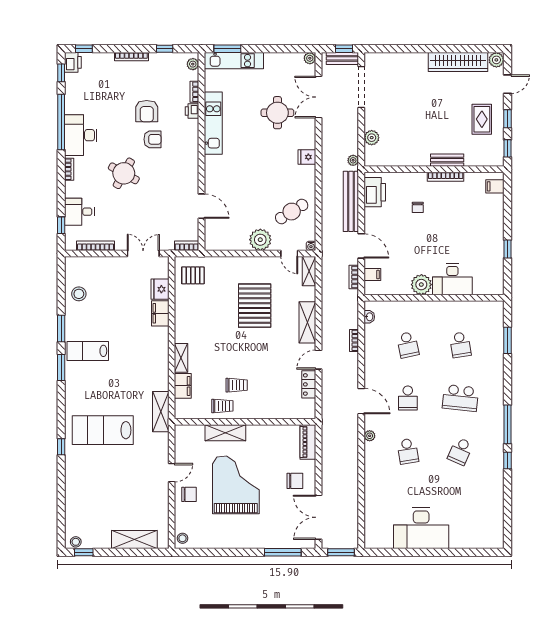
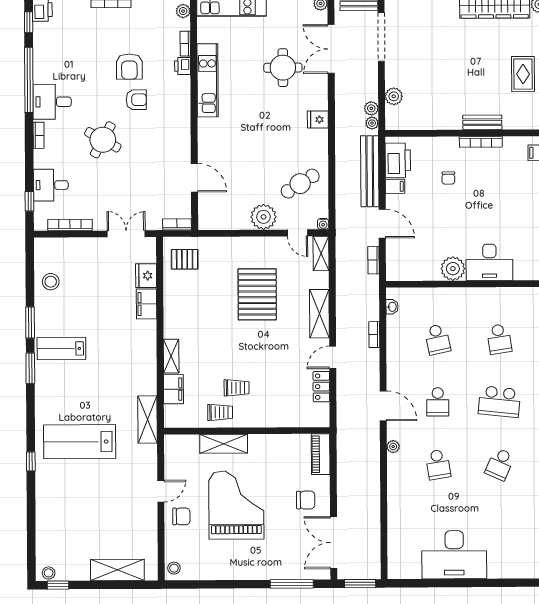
desk: (81, 135) -> (52, 102), width x0.73
plant: (353, 148) -> (371, 108), added
filing cabinet: (372, 275) -> (395, 186), moved

